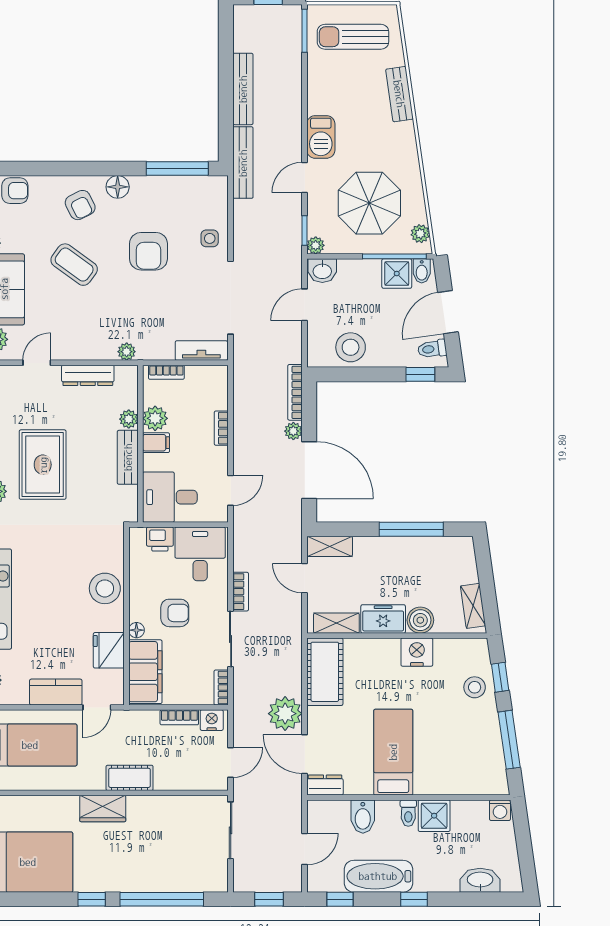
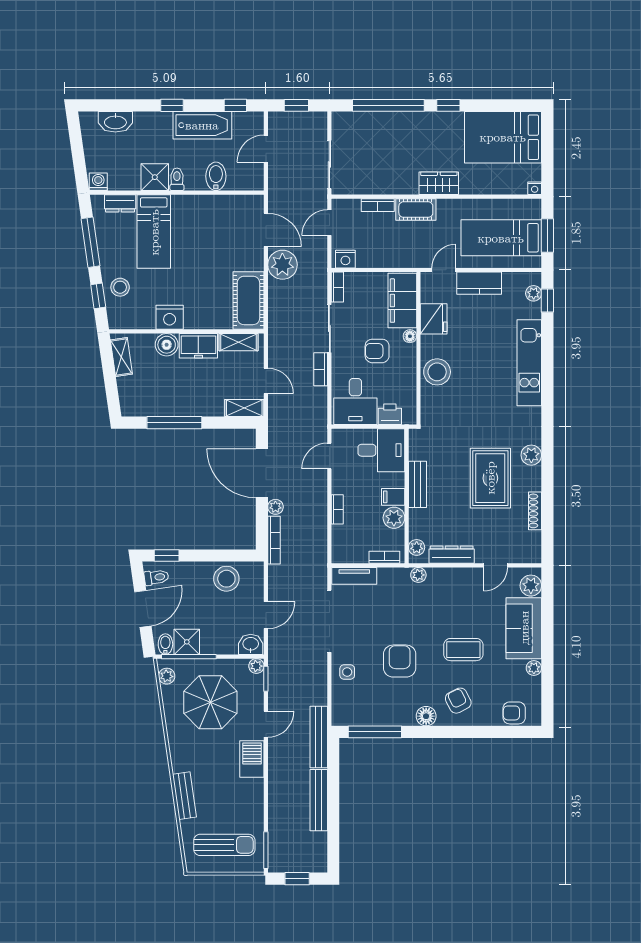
coffee table: (74, 265) -> (463, 650), turned -36
plant: (129, 419) -> (417, 547), moved
bookcase: (179, 717) -> (378, 205), moved, turned 180
bed: (393, 752) -> (154, 232), moved
dresser: (325, 785) -> (120, 203), moved

